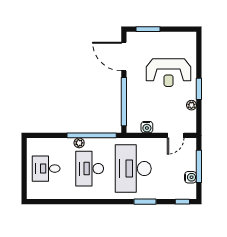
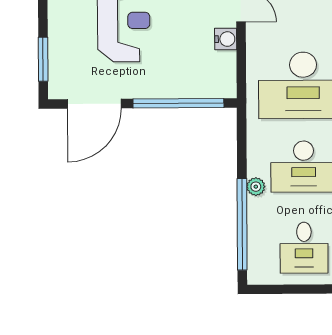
water cooler: (147, 127) -> (226, 39), moved
window: (92, 135) -> (242, 224), moved

